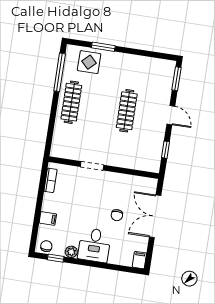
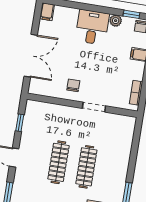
clothes rail: (71, 102) -> (86, 167), moved
chair: (117, 215) -> (73, 85), moved

